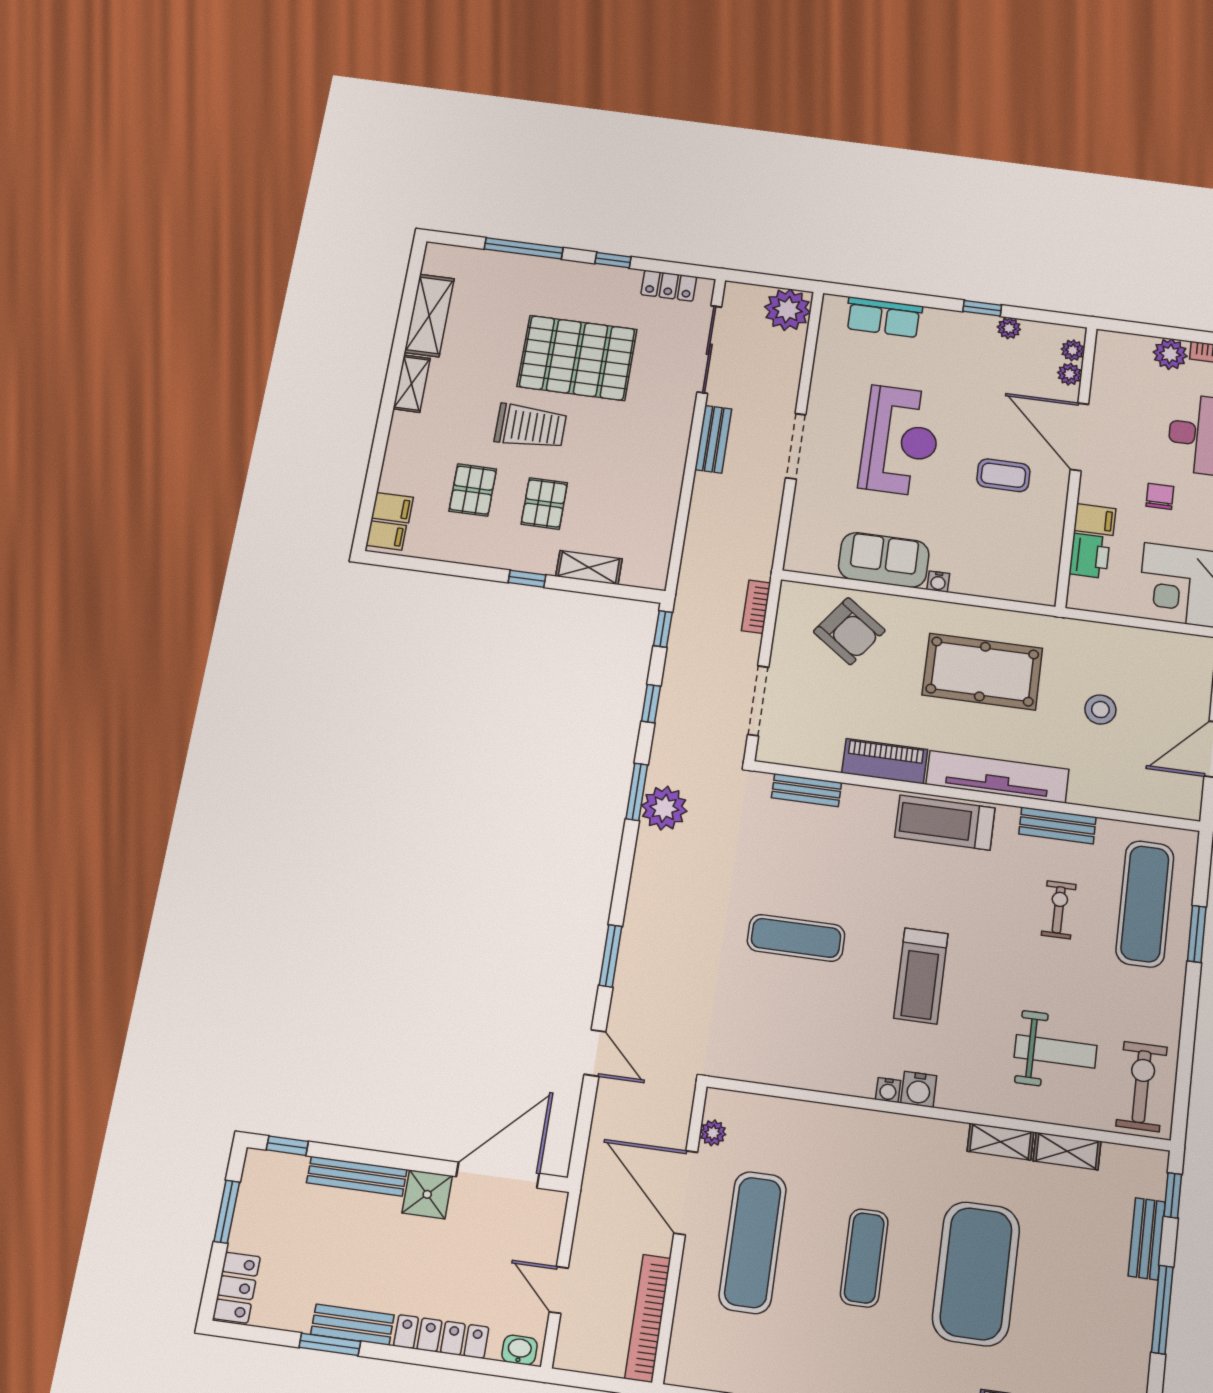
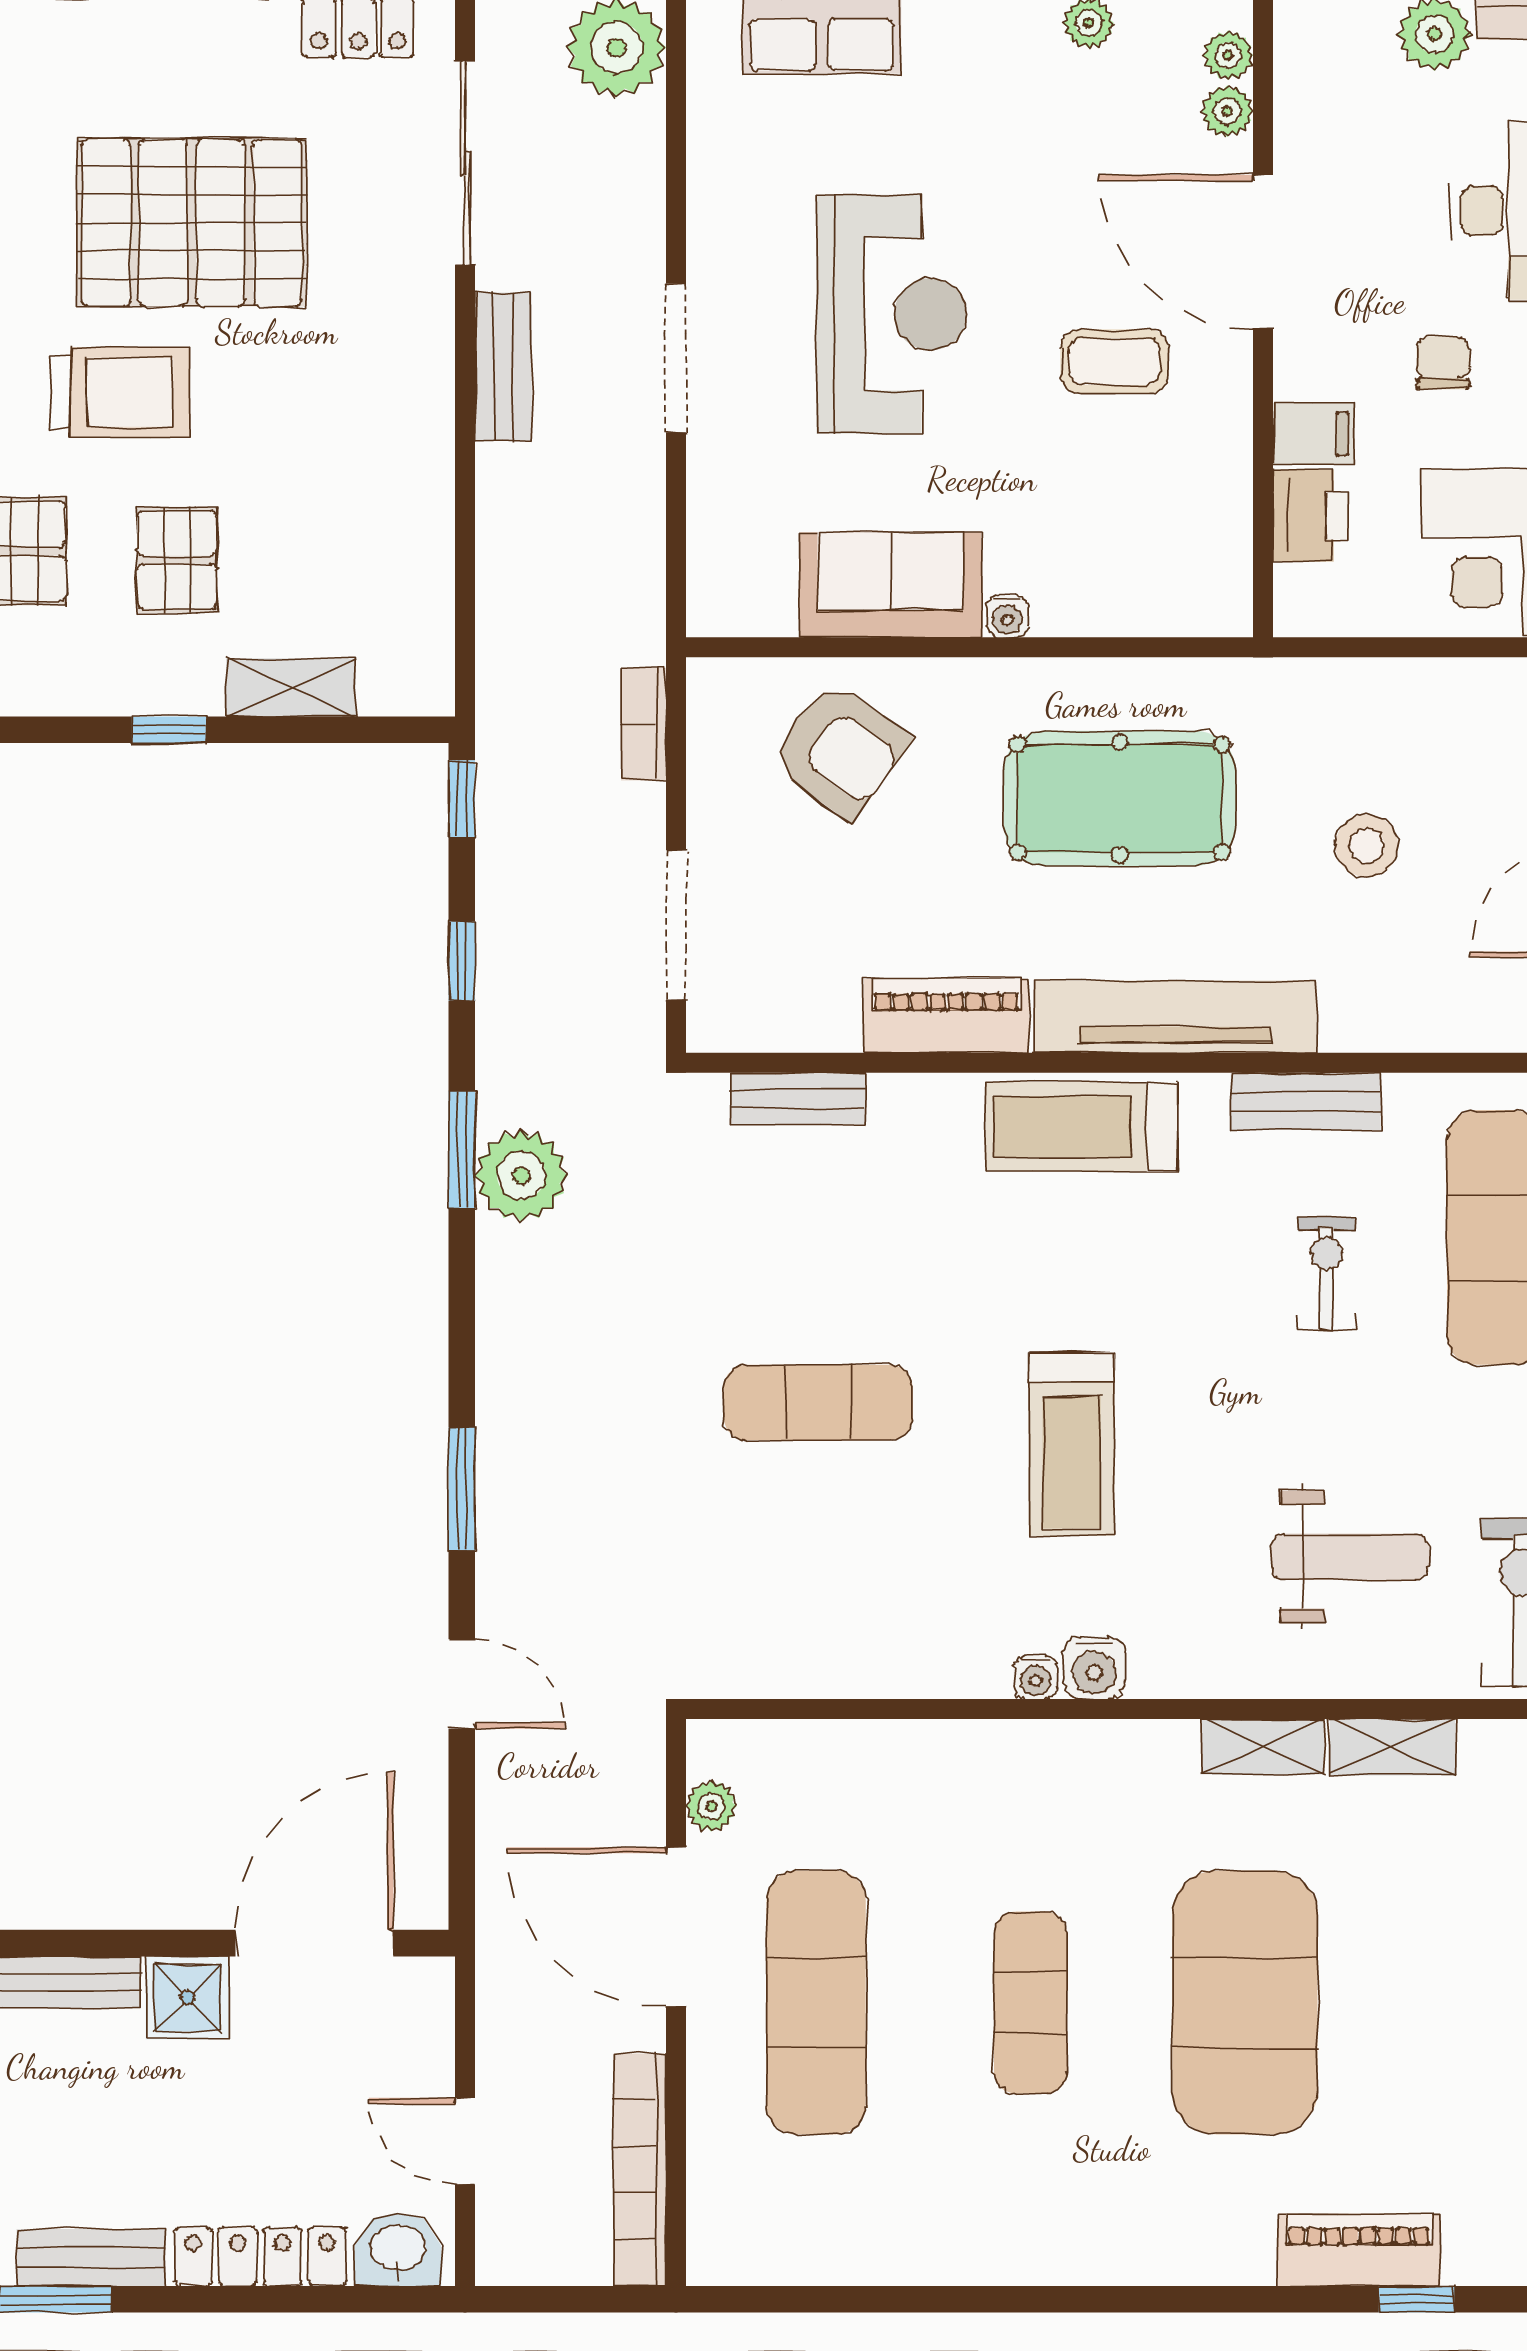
washbasin: (519, 1350) -> (398, 2250), width x1.38, depth x1.45

